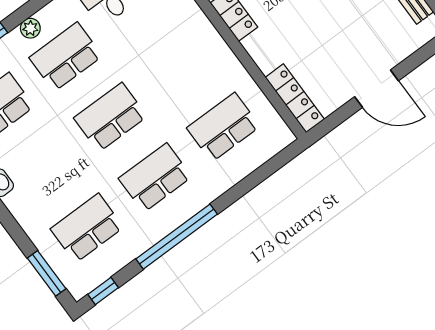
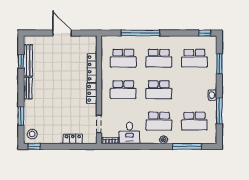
school desk: (179, 67) -> (123, 90), added
locker: (295, 98) -> (92, 68), moved
window: (177, 237) -> (140, 33), moved
window: (47, 273) -> (219, 64), moved

